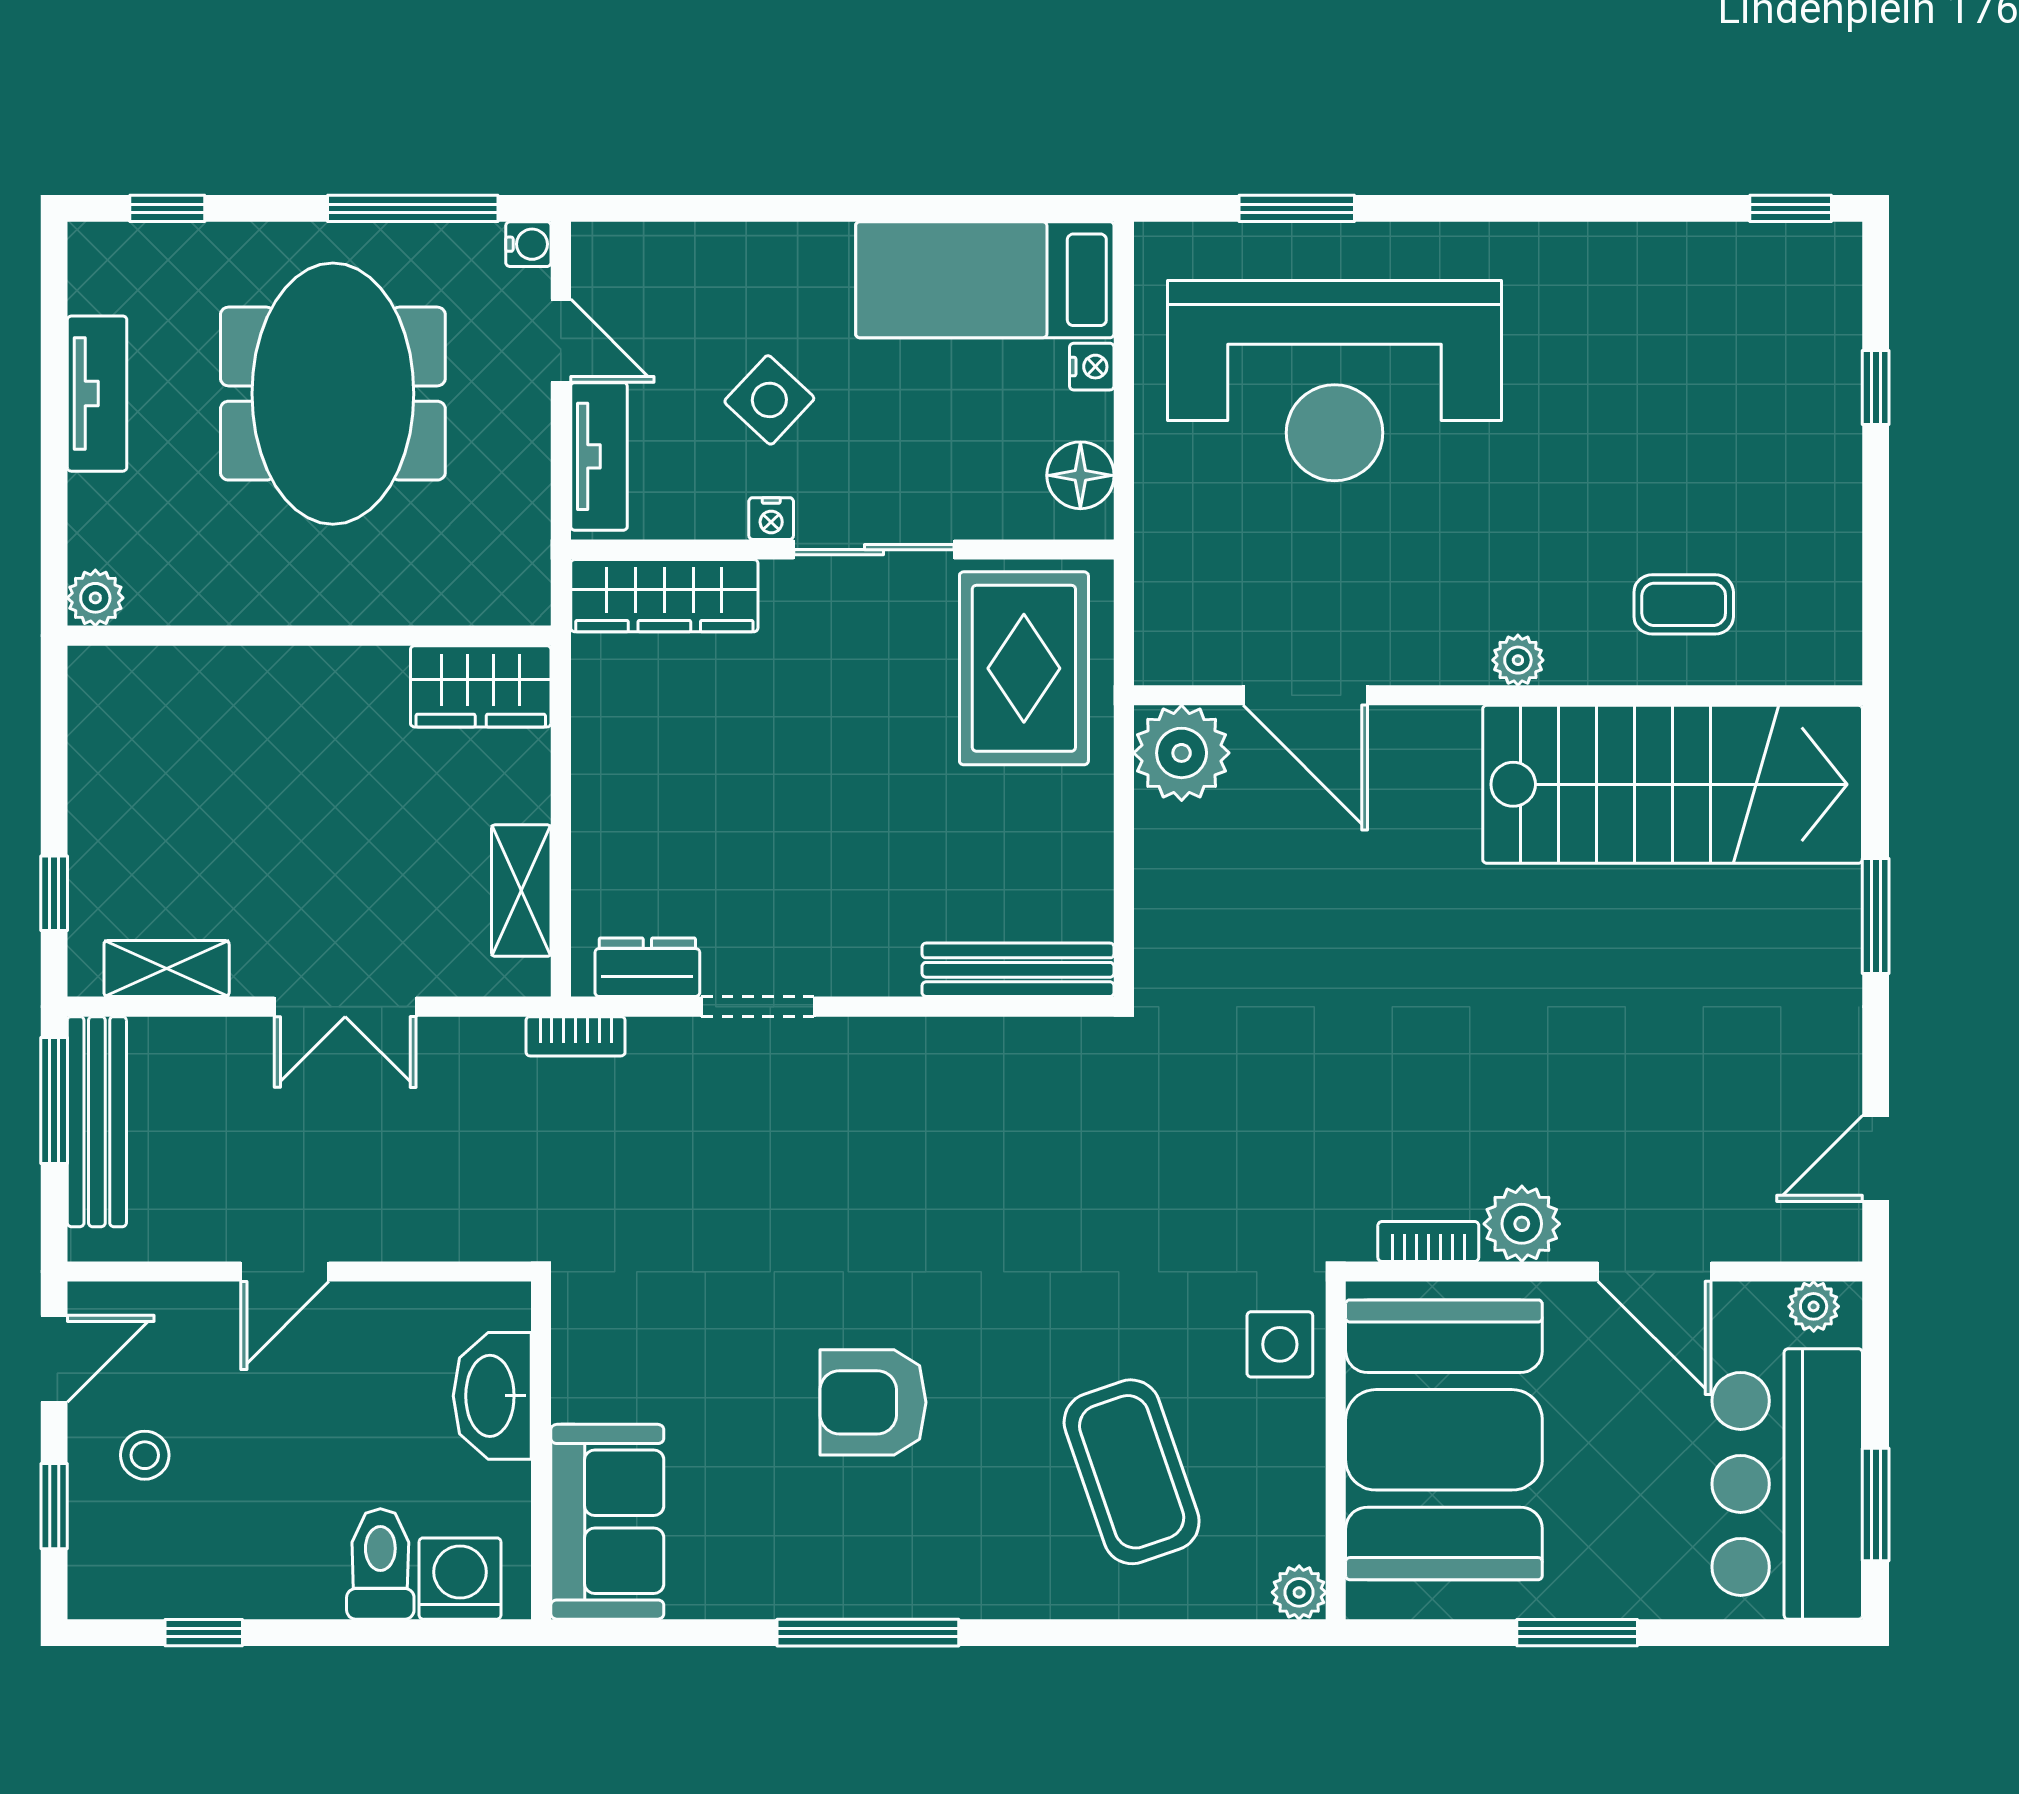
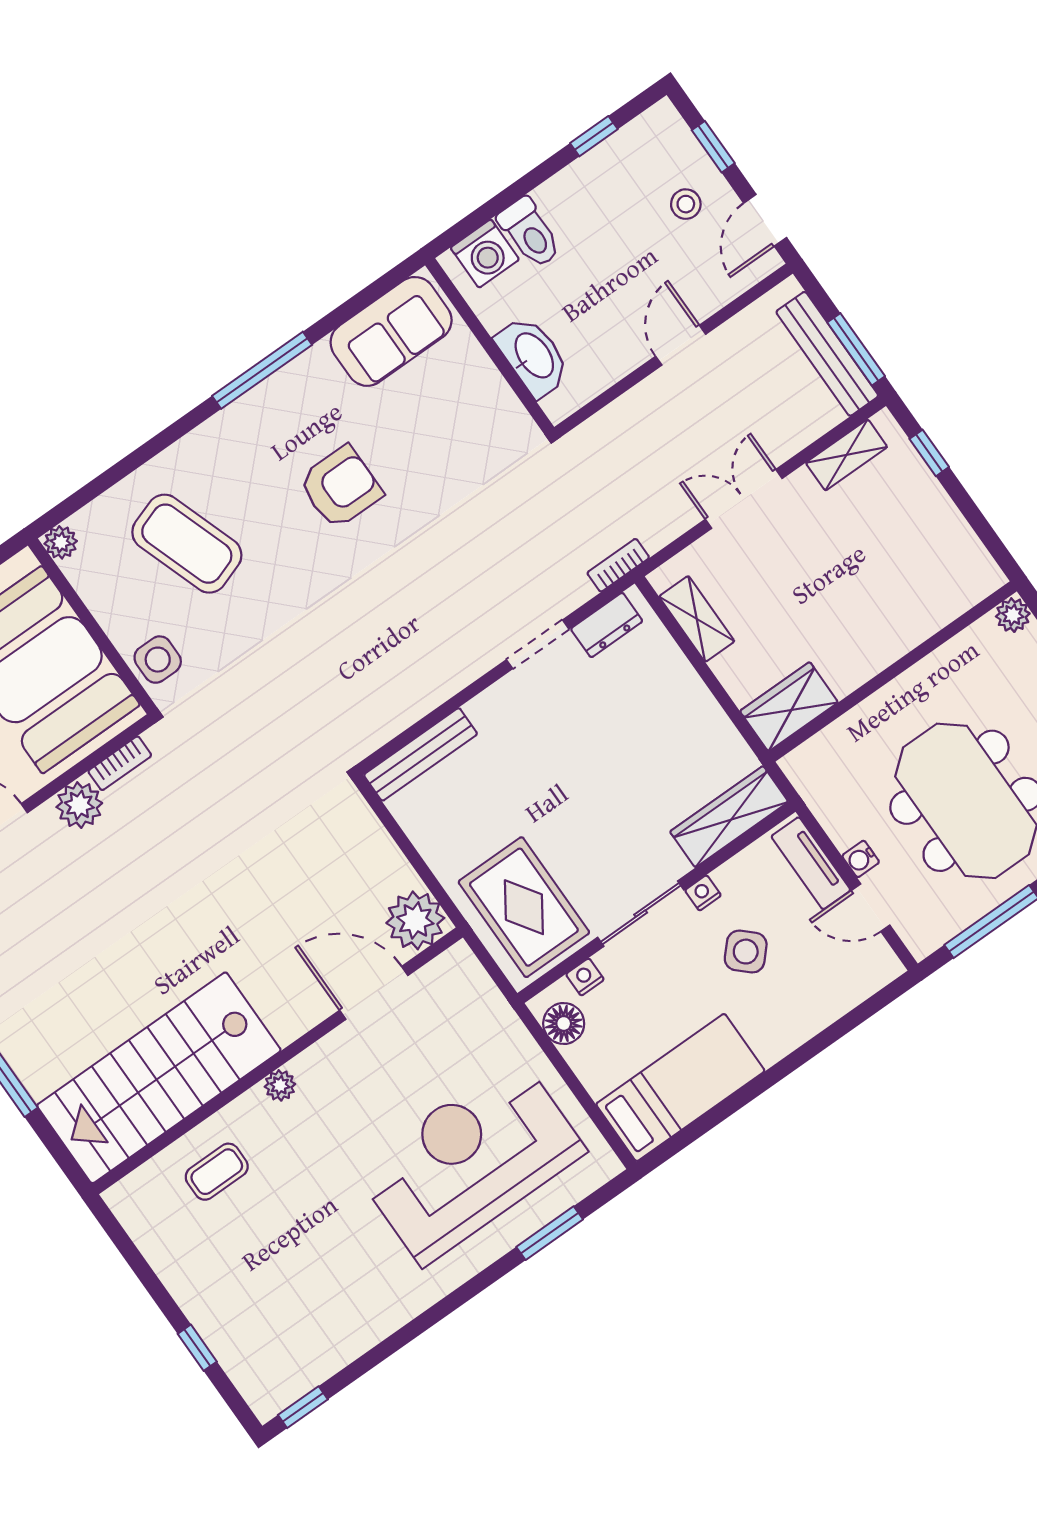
water cooler: (528, 244) -> (861, 859), moved
nightstand: (1092, 367) -> (585, 977), moved, turned 90
sofa: (607, 1522) -> (391, 331), moved, turned -90

